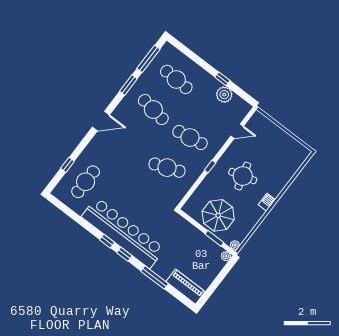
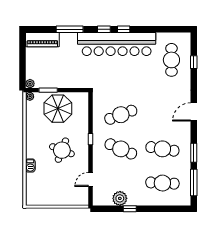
cafe table: (190, 138) -> (121, 149), turned 33
round table: (243, 176) -> (62, 150), turned 37
barbecue: (267, 202) -> (30, 165), moved

